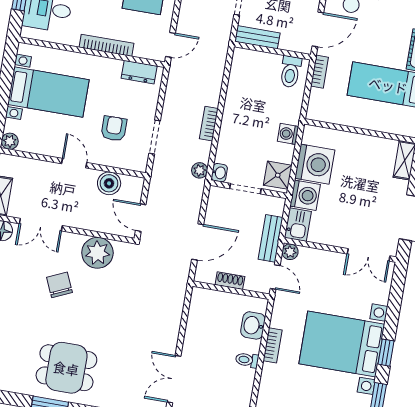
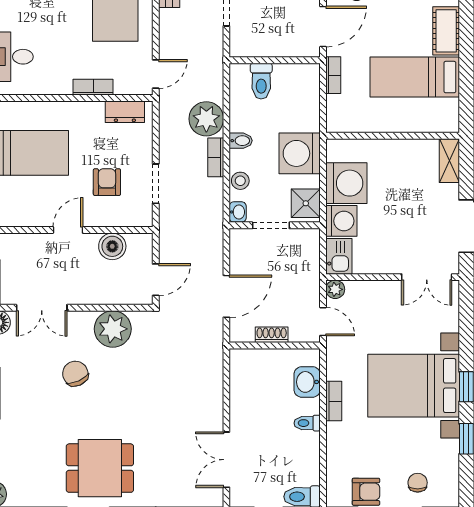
bench: (257, 37) -> (255, 48), removed
bookcase: (106, 45) -> (93, 87), width x0.64
toilet: (290, 72) -> (261, 81), moved
bidet: (232, 113) -> (241, 141), added
washing machine: (288, 134) -> (300, 153), width x1.89, depth x1.89
stool: (226, 147) -> (240, 181), added
door: (74, 163) -> (68, 230), hinge flipped
plant: (200, 170) -> (206, 119), moved, width x1.88, depth x1.88
door: (141, 218) -> (156, 280), swing flipped
bench: (270, 238) -> (310, 278), removed

